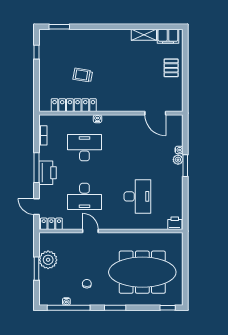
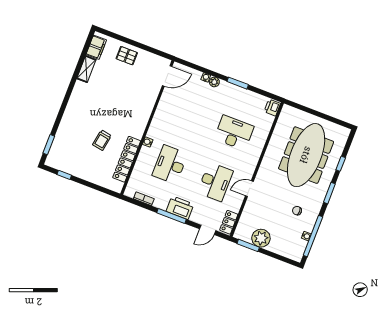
door: (155, 113) -> (167, 76), moved
window: (185, 166) -> (238, 83), moved
window: (37, 269) -> (248, 245), moved
window: (168, 308) -> (341, 164), moved

